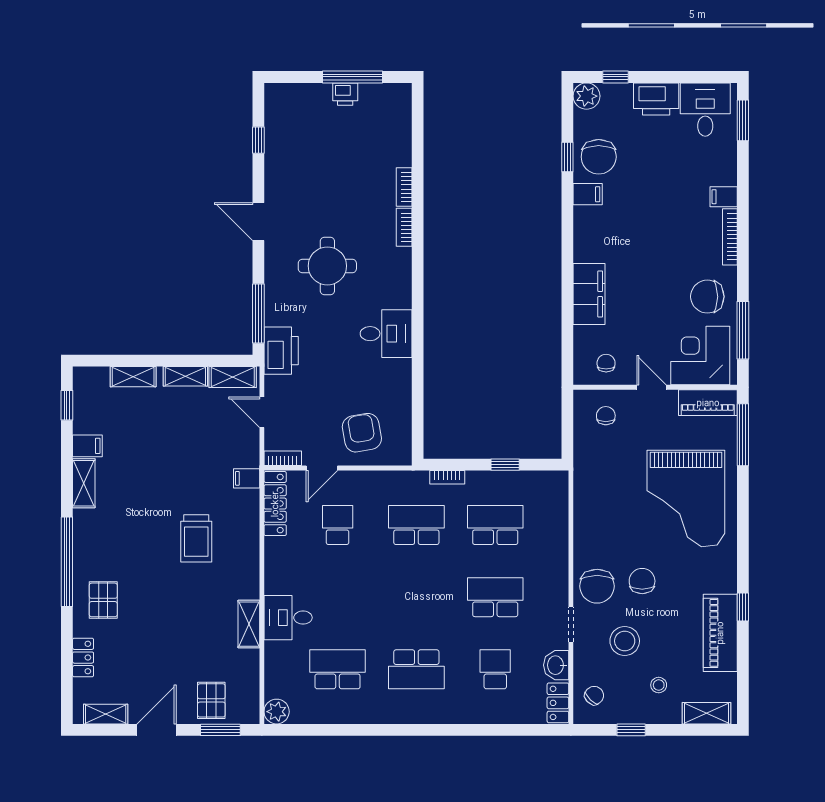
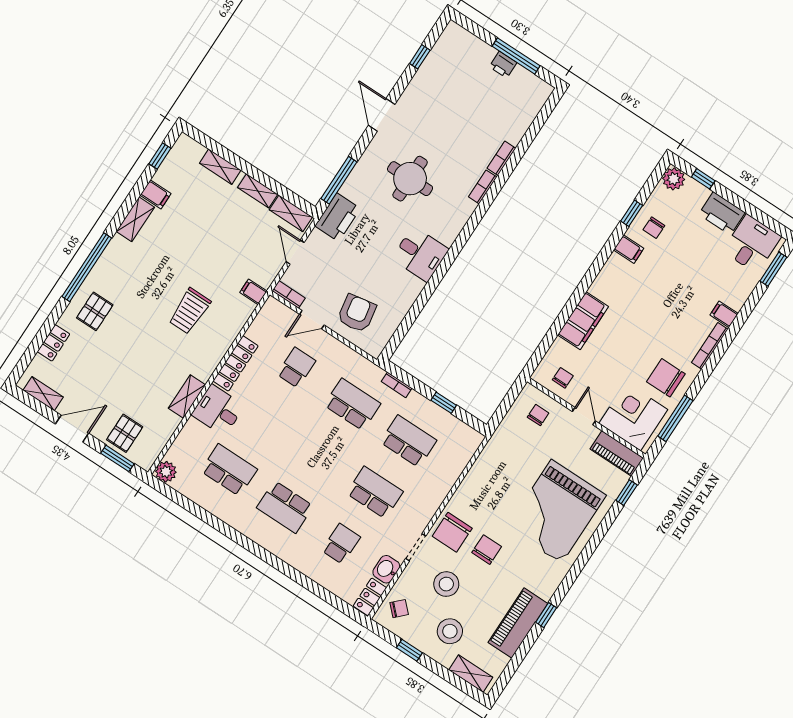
chair: (599, 157) -> (654, 228), width x0.54, depth x0.54
window: (743, 435) -> (627, 493), width x0.46
locker: (275, 504) -> (235, 363), moved
stool: (659, 685) -> (450, 631), width x1.89, depth x1.89

